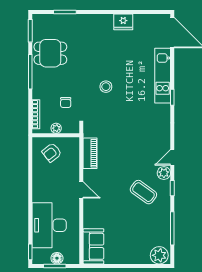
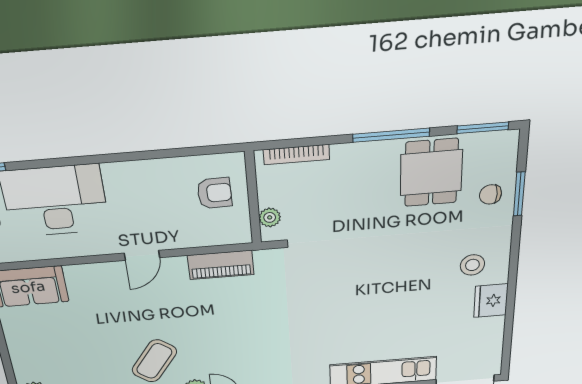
stool: (106, 87) -> (472, 265), moved
chair: (66, 103) -> (490, 194), moved
plant: (56, 128) -> (270, 217), moved
armchair: (52, 153) -> (214, 193), turned 127

